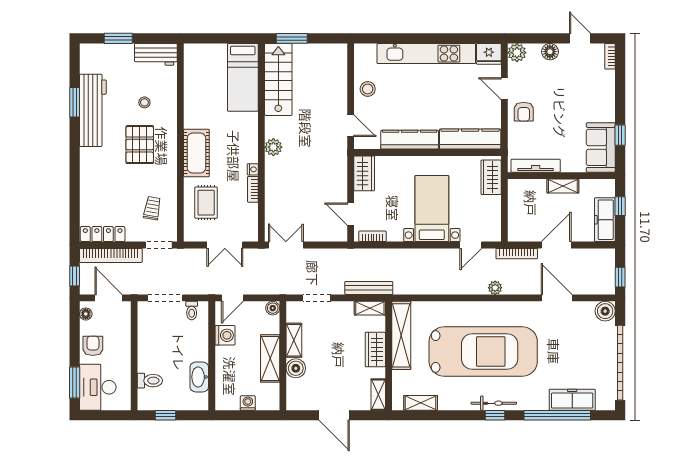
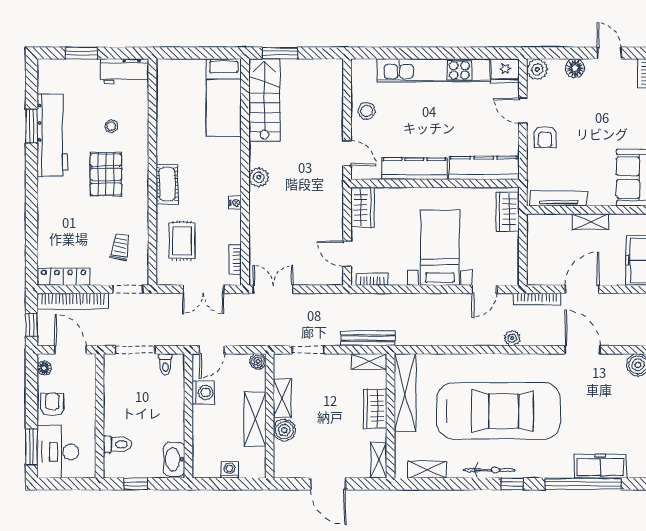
cot: (196, 153) -> (167, 184), width x0.73, depth x0.75
bookcase: (253, 189) -> (235, 260), moved
washbasin: (199, 377) -> (174, 459), moved
bicycle: (494, 403) -> (489, 470), moved

